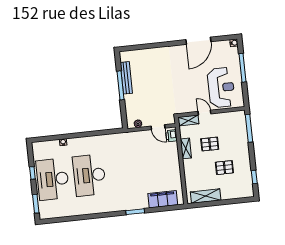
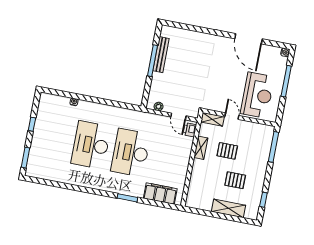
door: (198, 41) -> (249, 39), hinge flipped
desk: (53, 179) -> (131, 153), moved
shelving: (206, 196) -> (228, 208), moved

